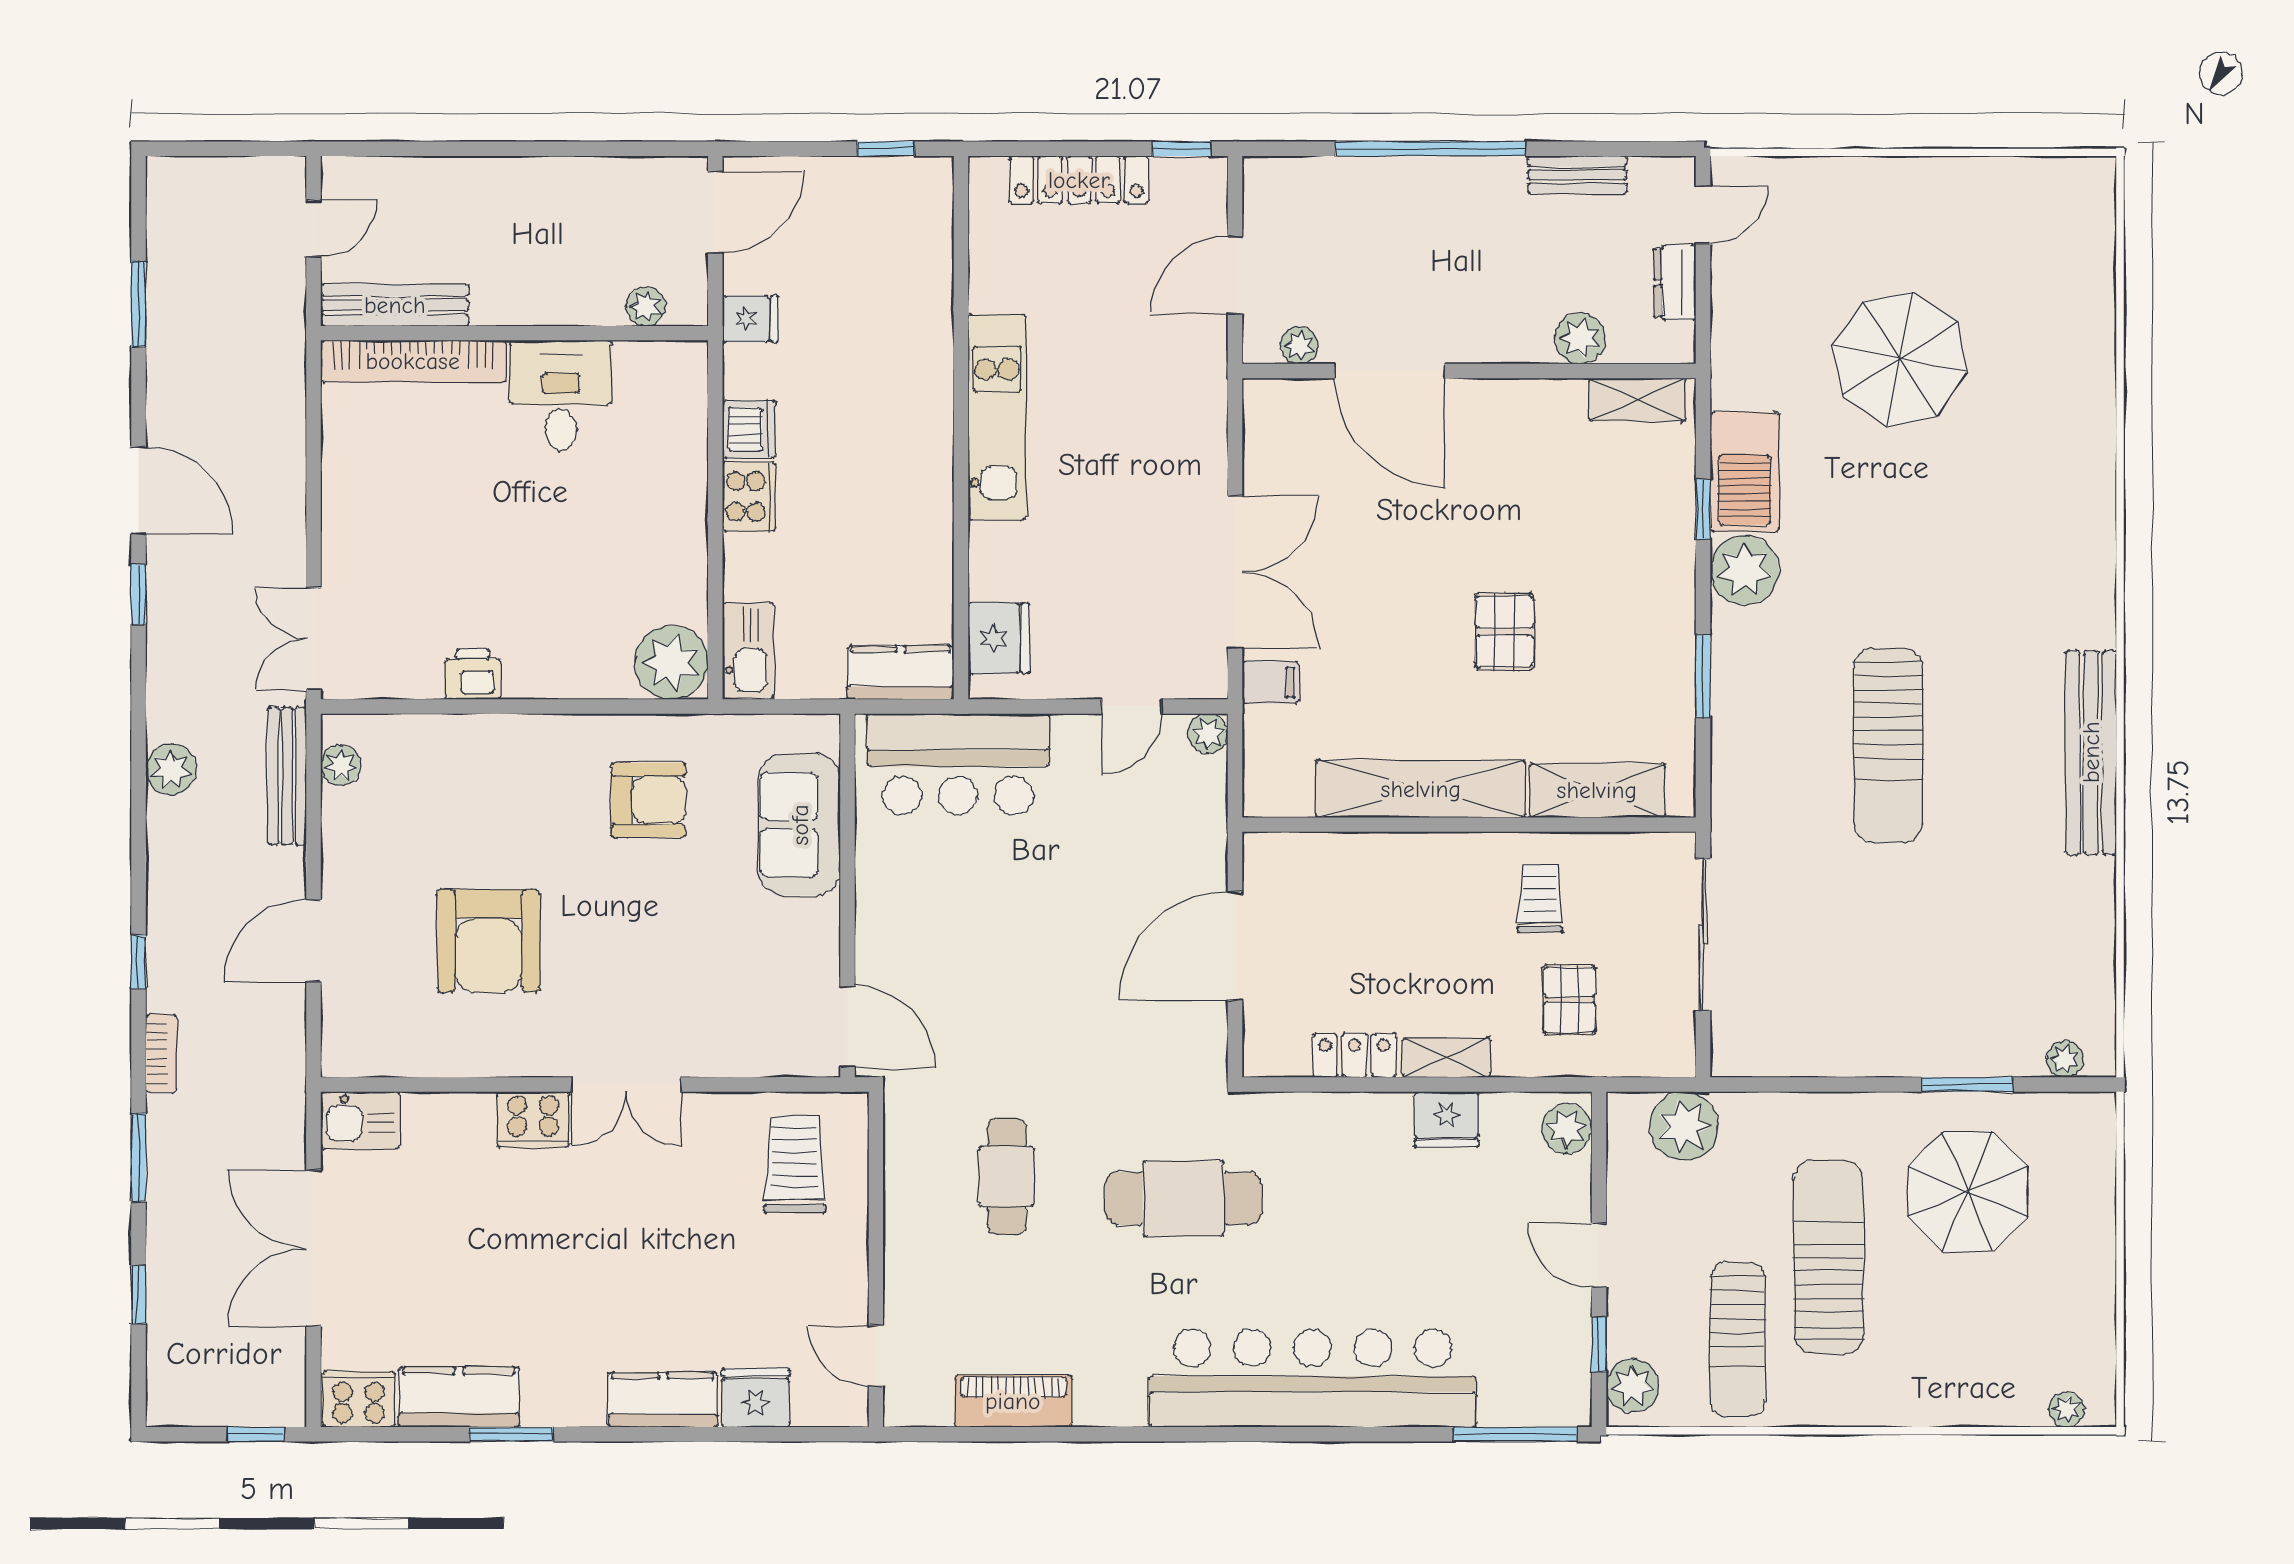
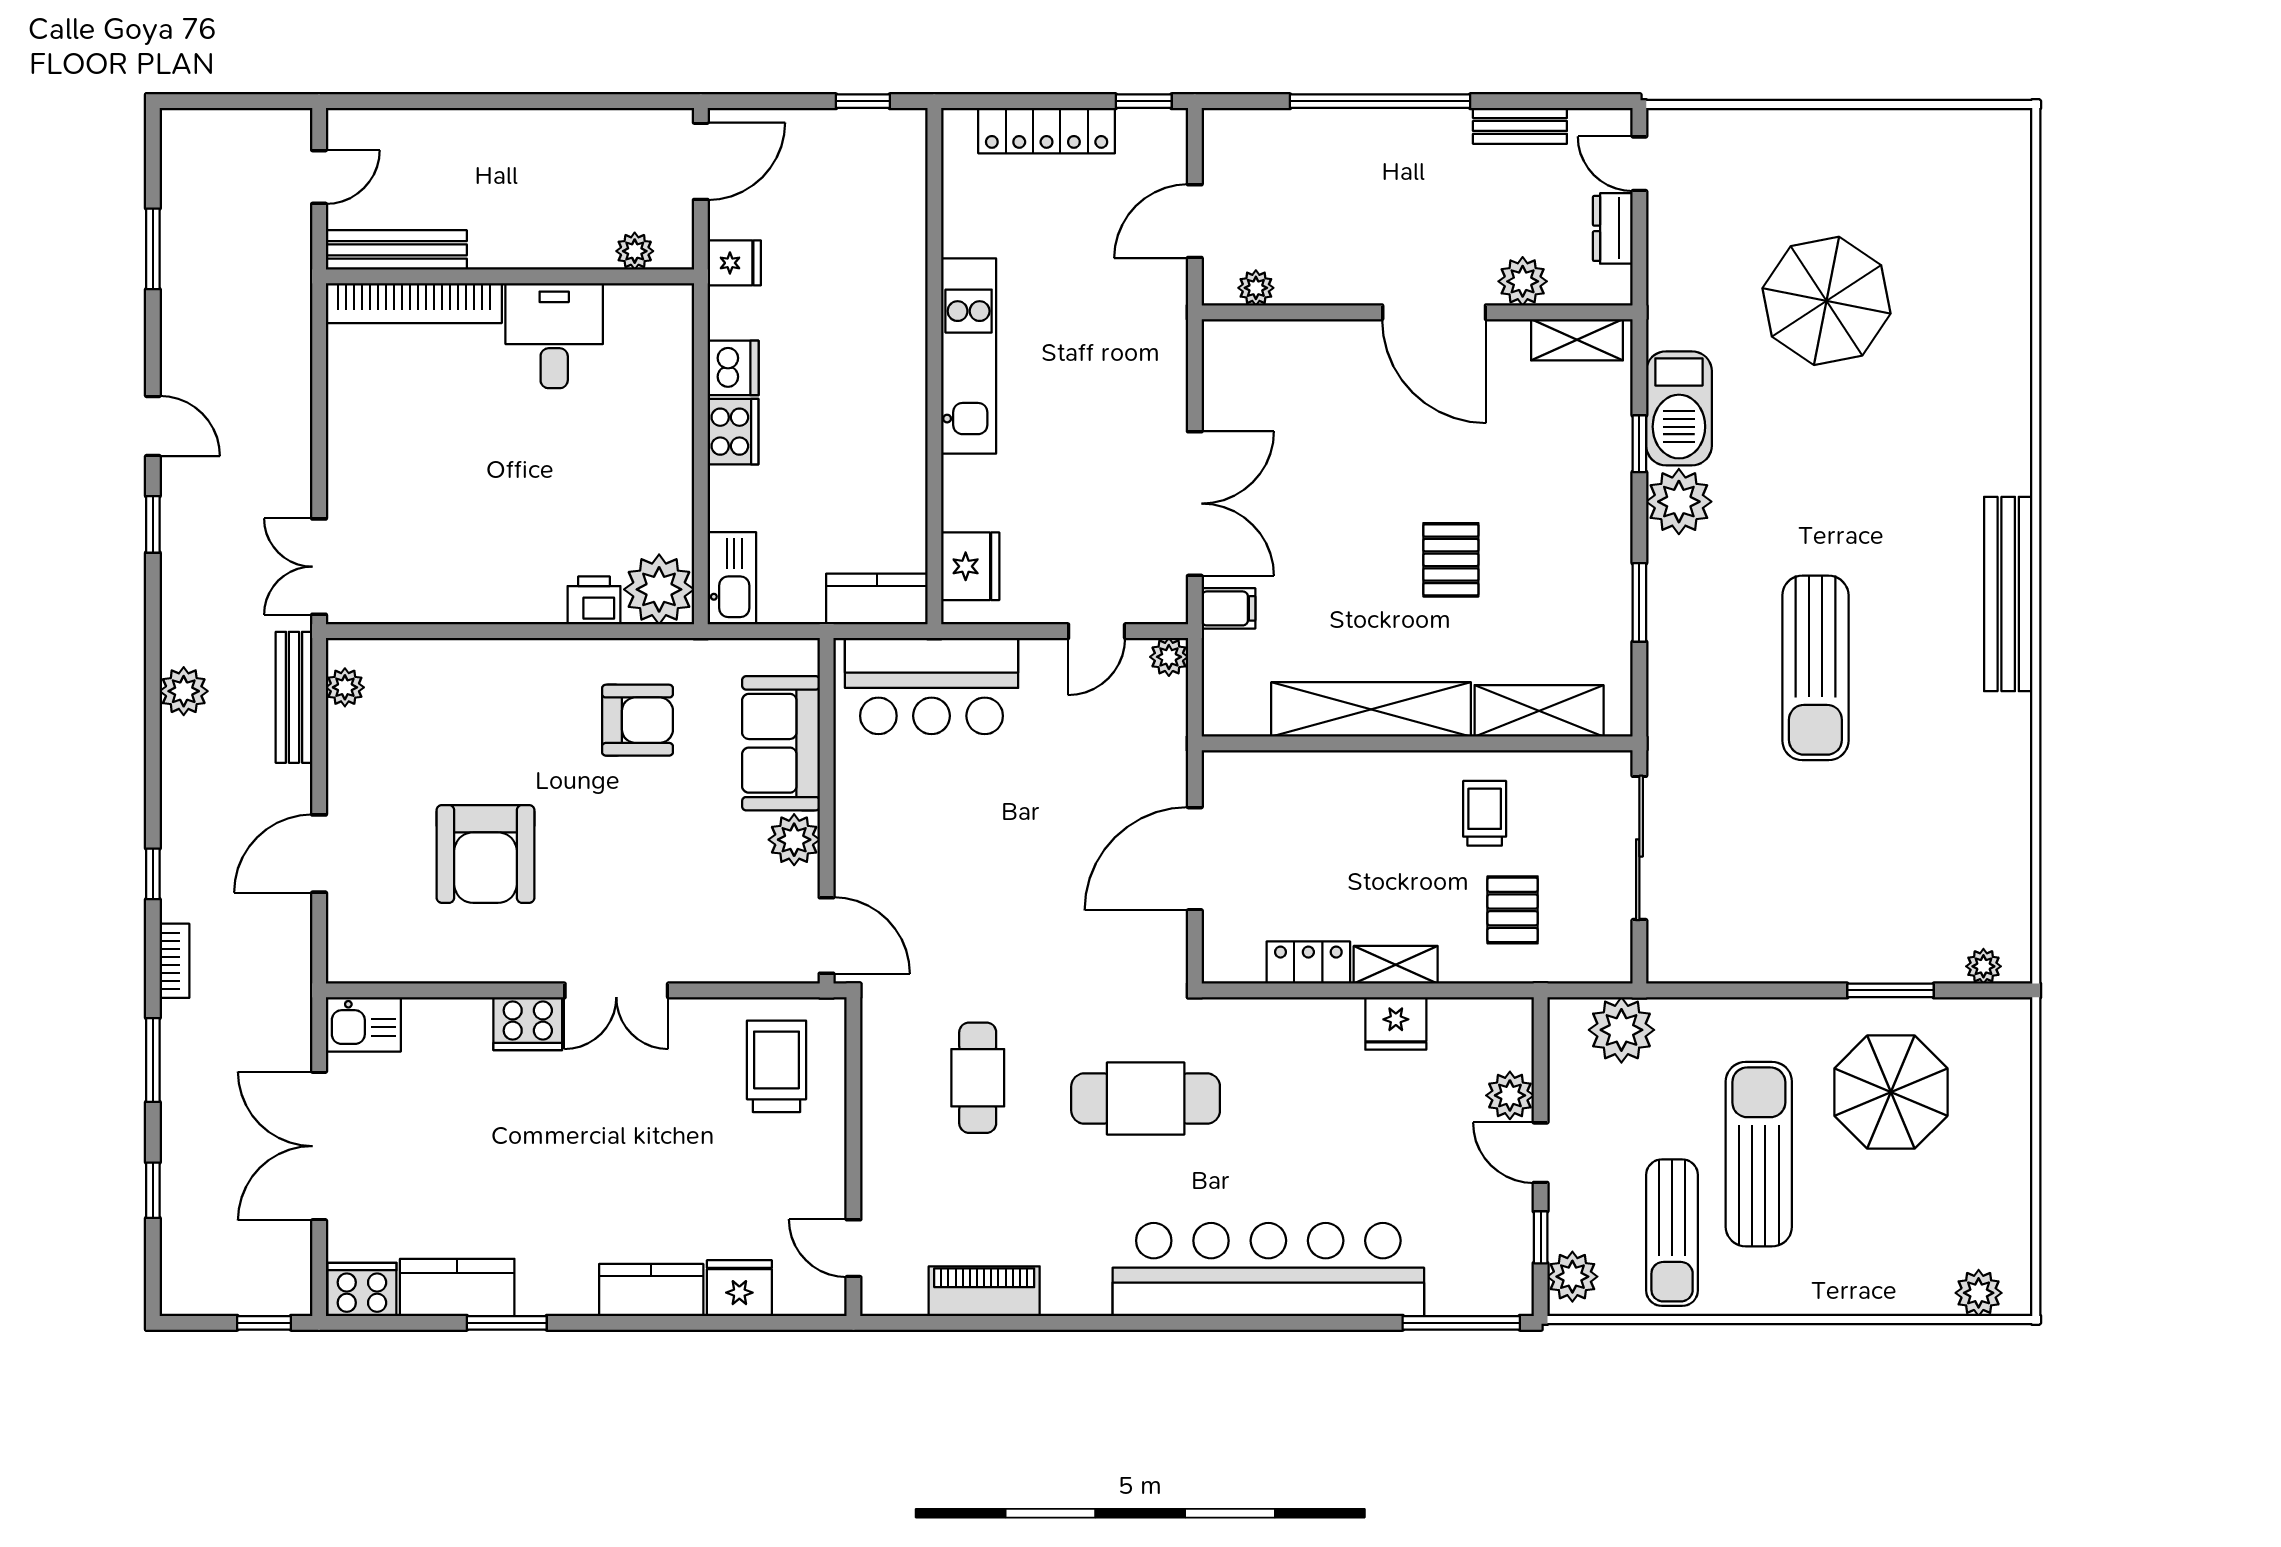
door: (1703, 215) -> (1639, 164), swing flipped
door: (1390, 371) -> (1434, 312), moved
door: (139, 491) -> (153, 426), width x0.73
printer: (473, 674) -> (594, 600), moved
bench: (2091, 752) -> (2008, 594), moved
plant: (813, 926) -> (794, 840), added
plant: (1567, 1129) -> (1510, 1095), moved
plant: (2067, 1410) -> (1979, 1293), width x1.38, depth x1.38

